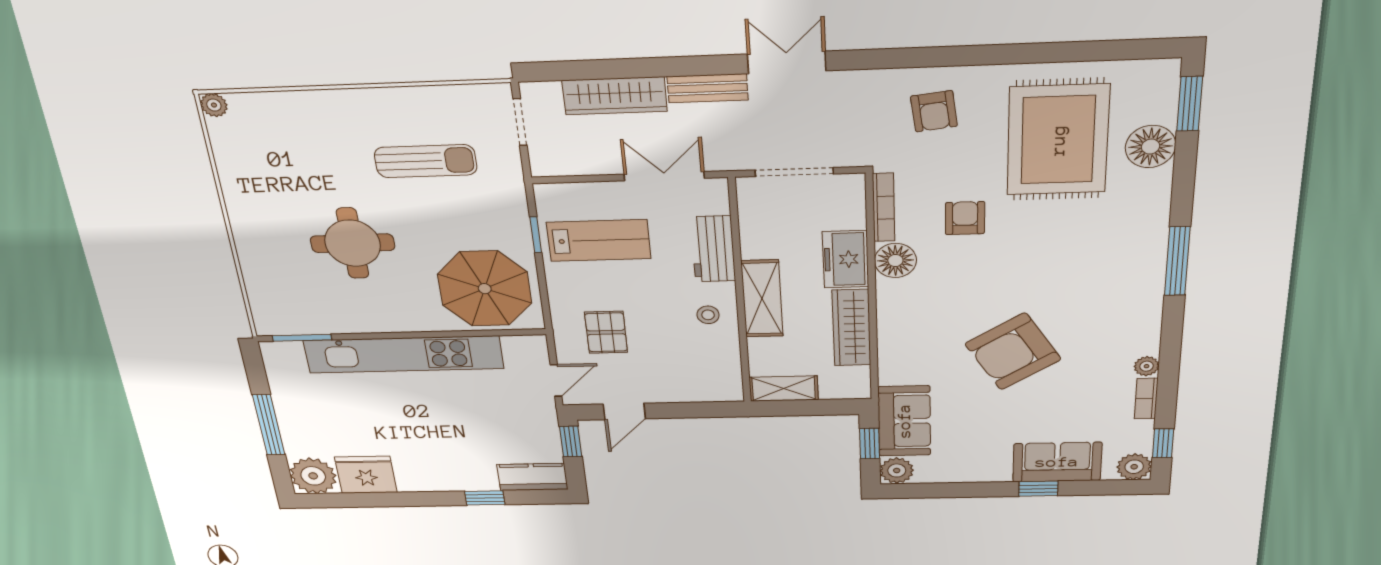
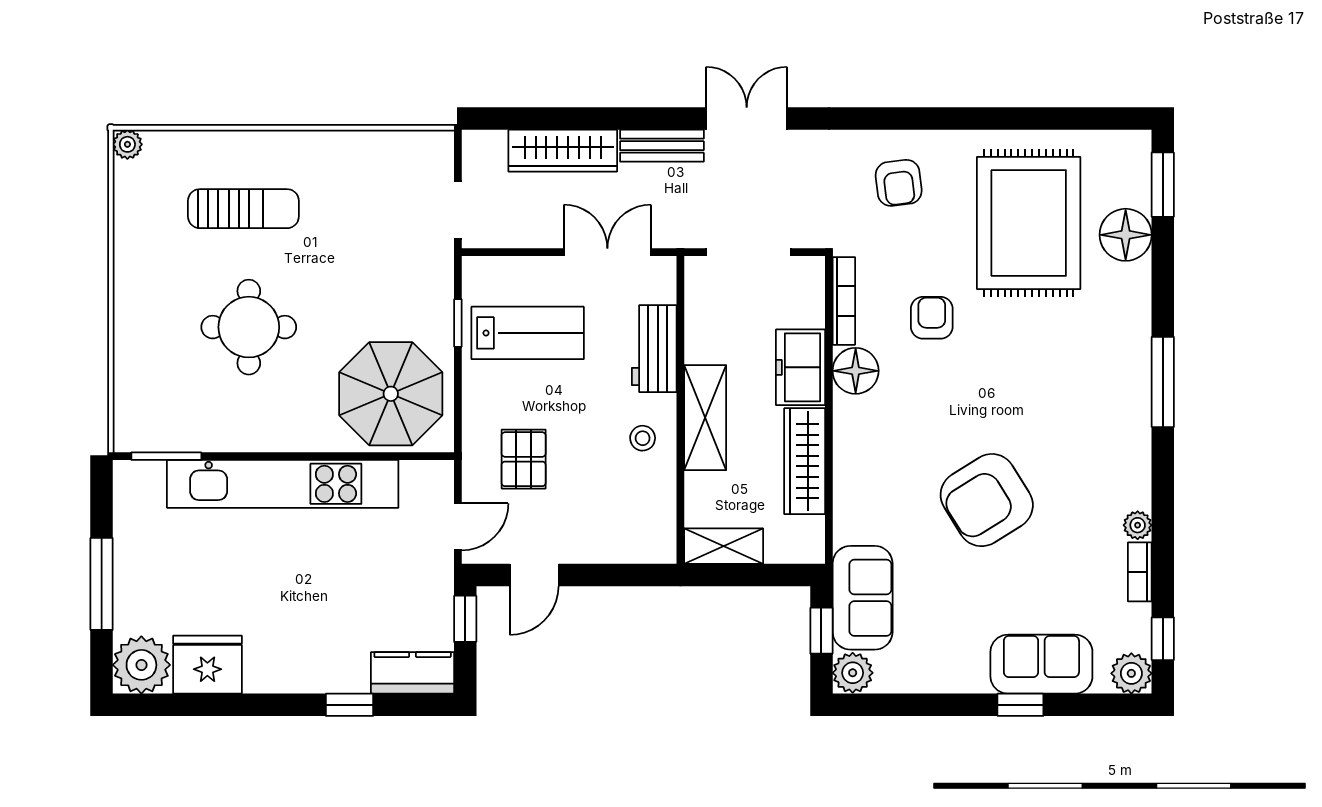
doorway: (520, 122) -> (458, 210), moved
sun lounger: (426, 161) -> (243, 209), moved

